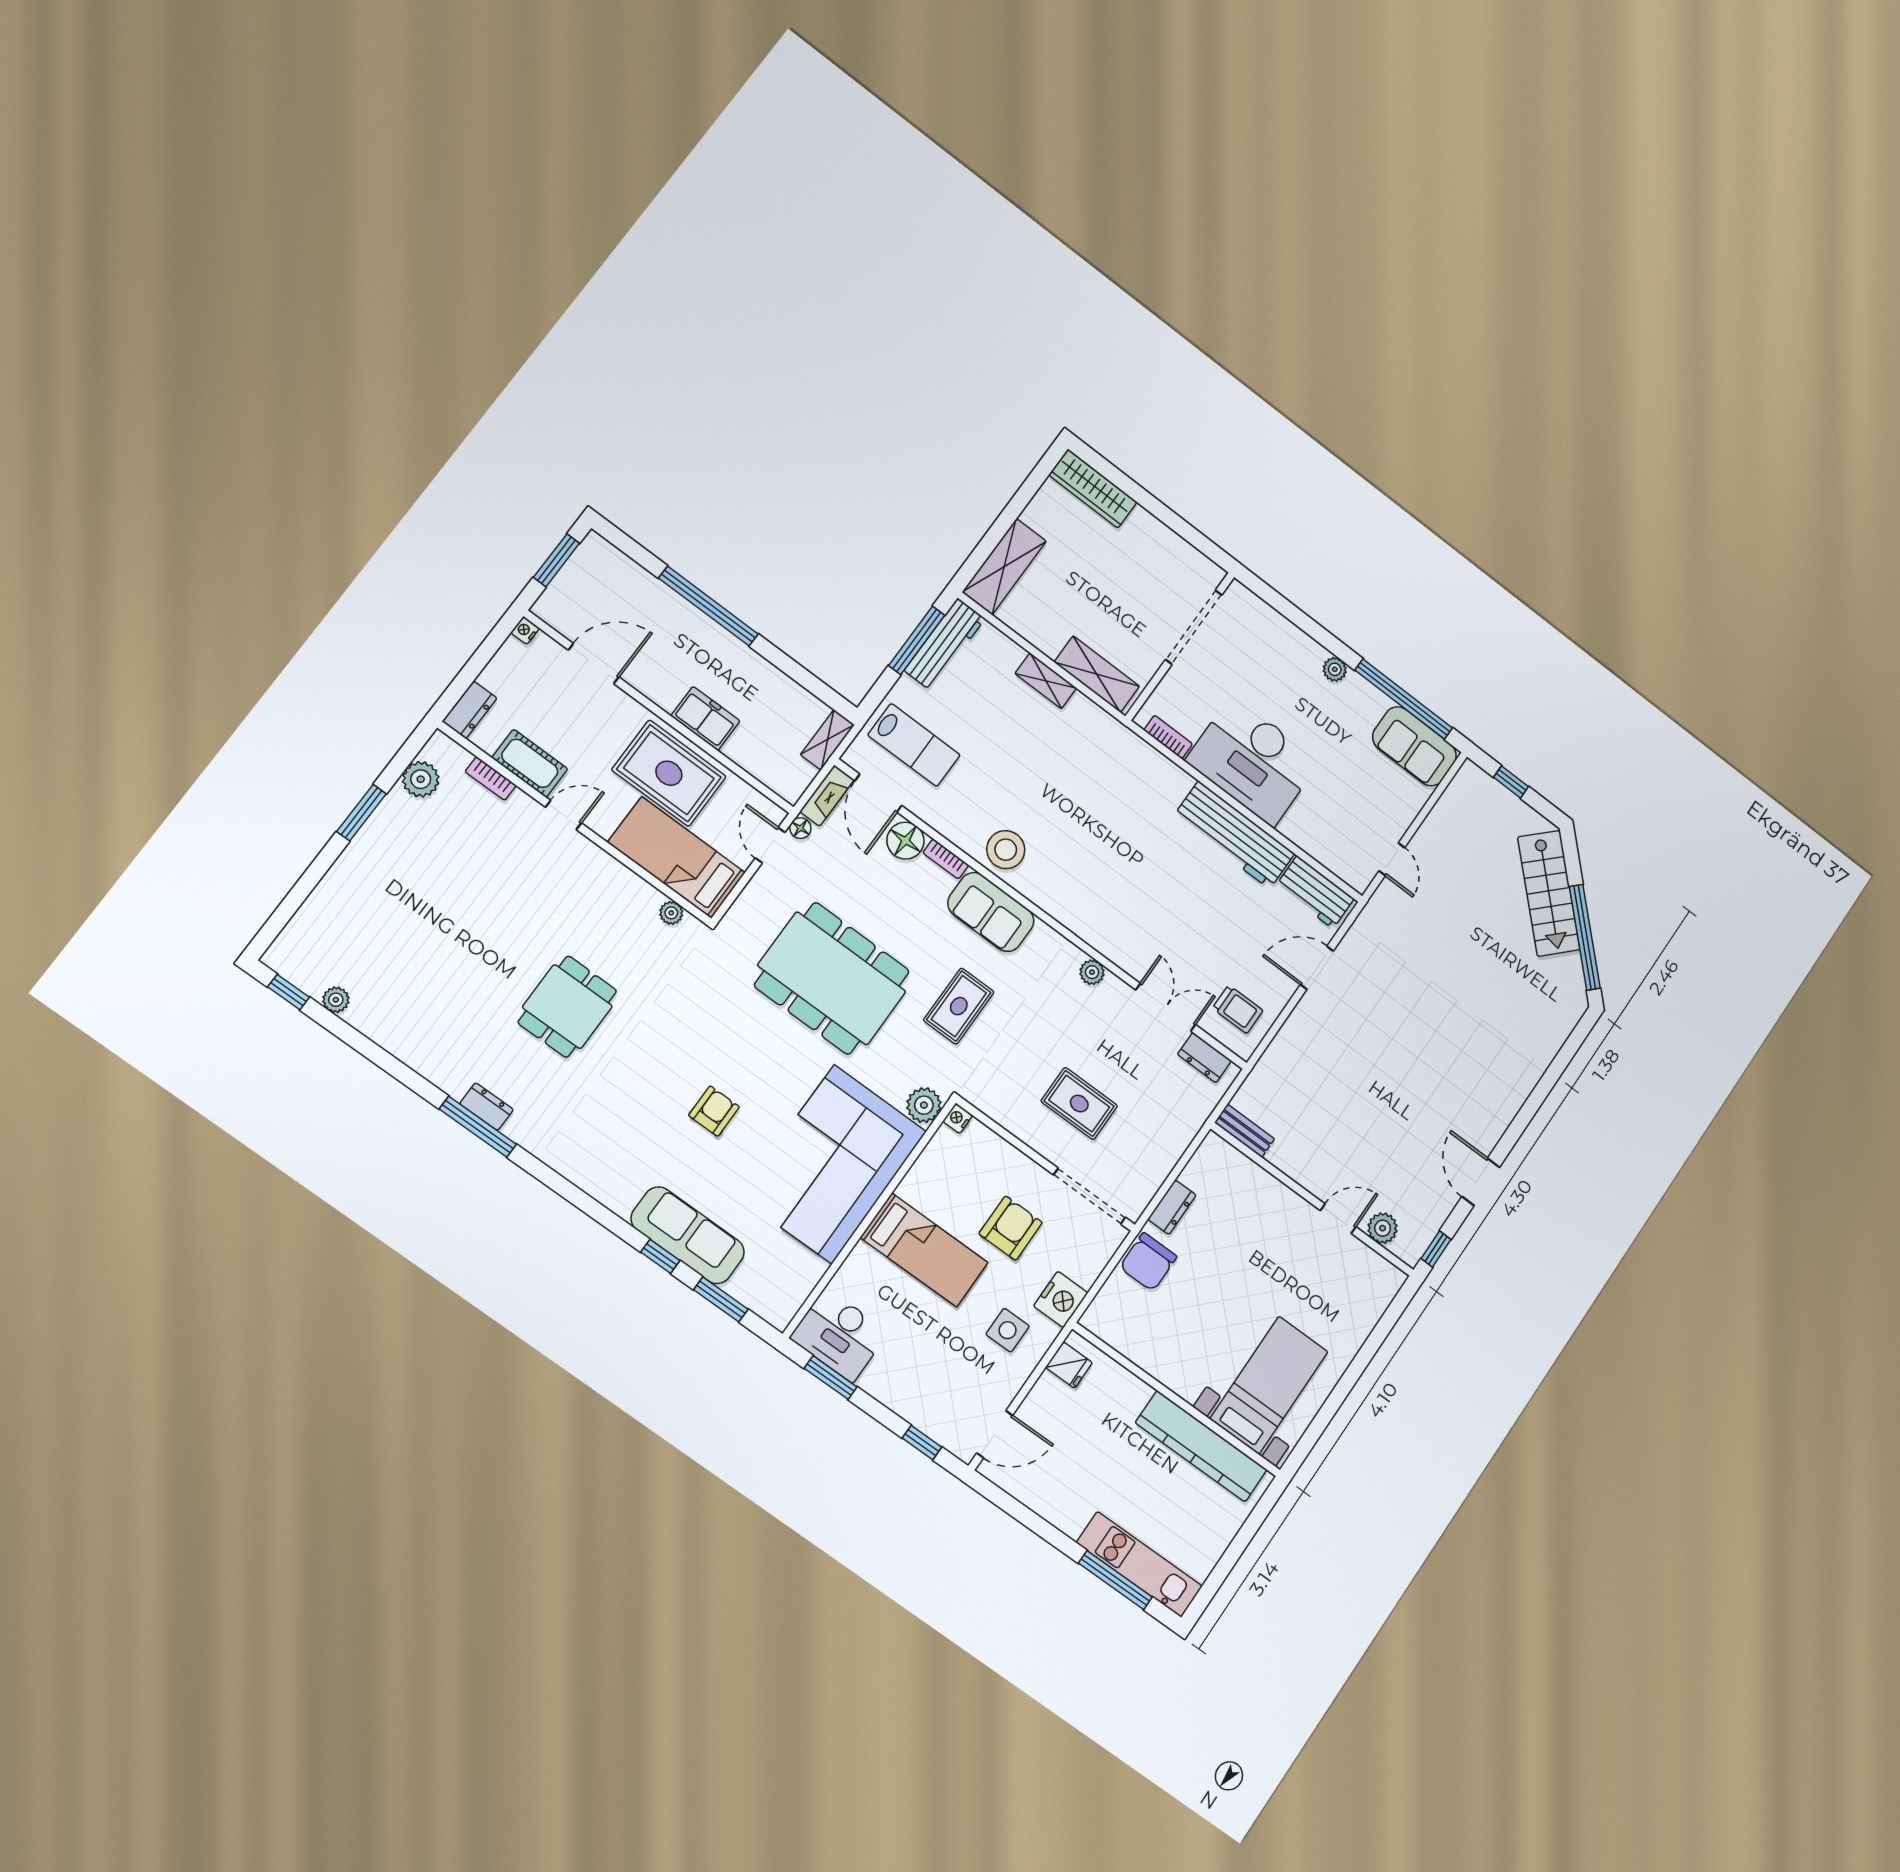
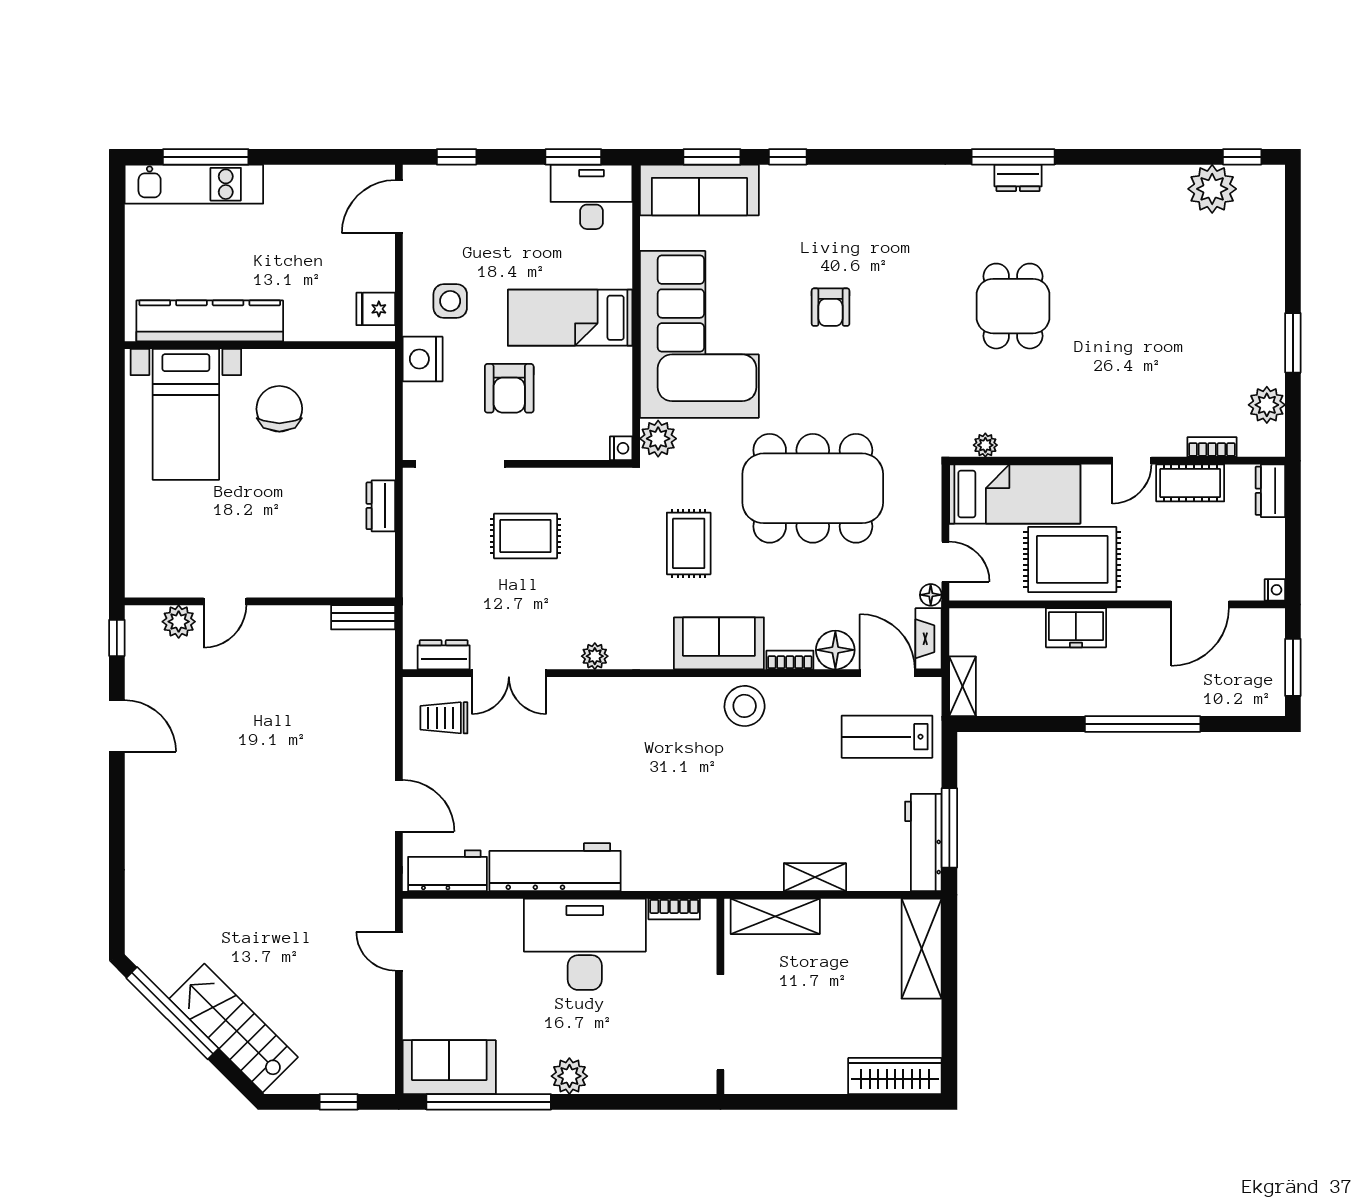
plant: (1335, 669) -> (569, 1076), width x1.38, depth x1.38
door: (1317, 968) -> (399, 806), hinge flipped
plant: (336, 1000) -> (1212, 189), width x1.87, depth x1.87
sofa: (688, 1235) -> (699, 190), moved
chair: (1148, 1262) -> (279, 409), moved

